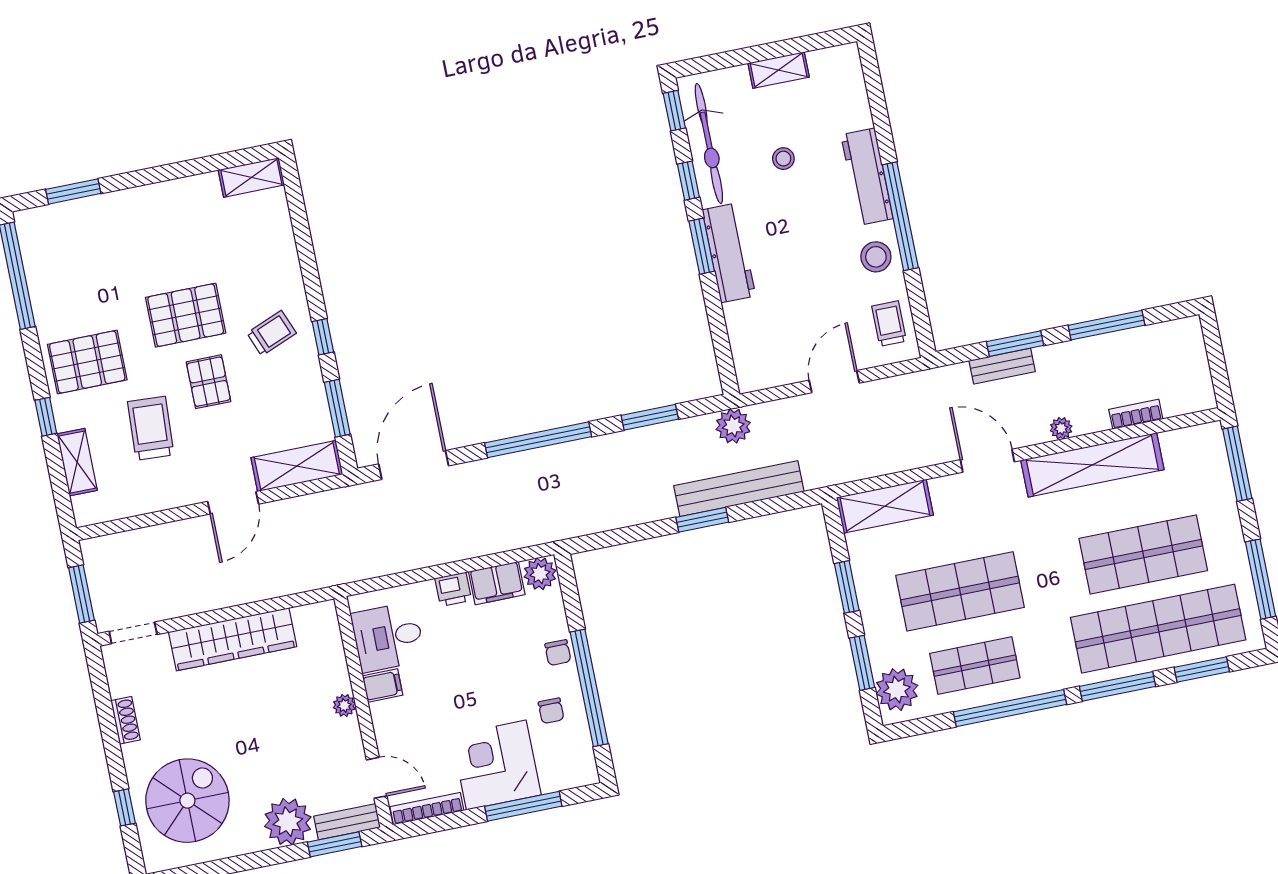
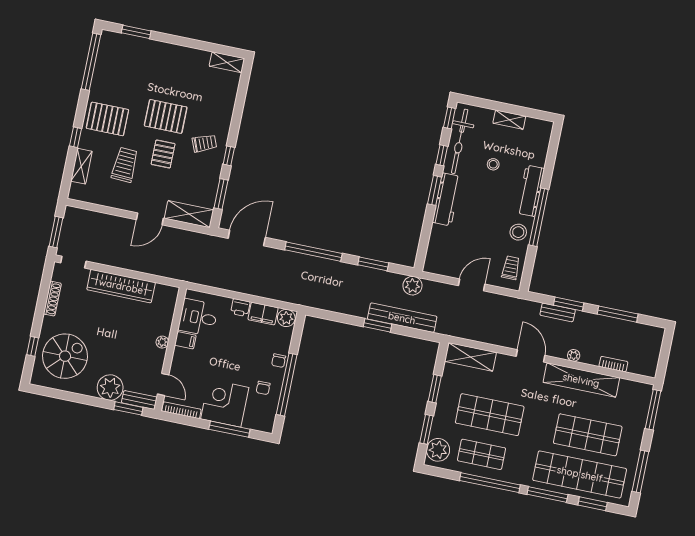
shoe rack: (126, 720) -> (52, 299), width x1.43

